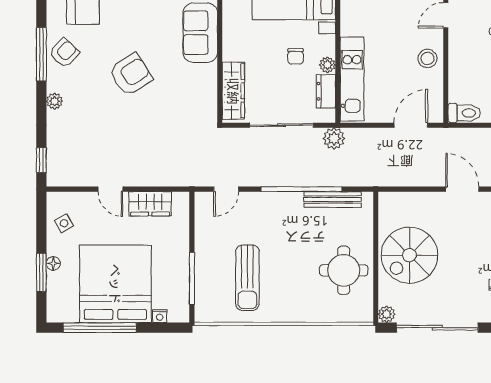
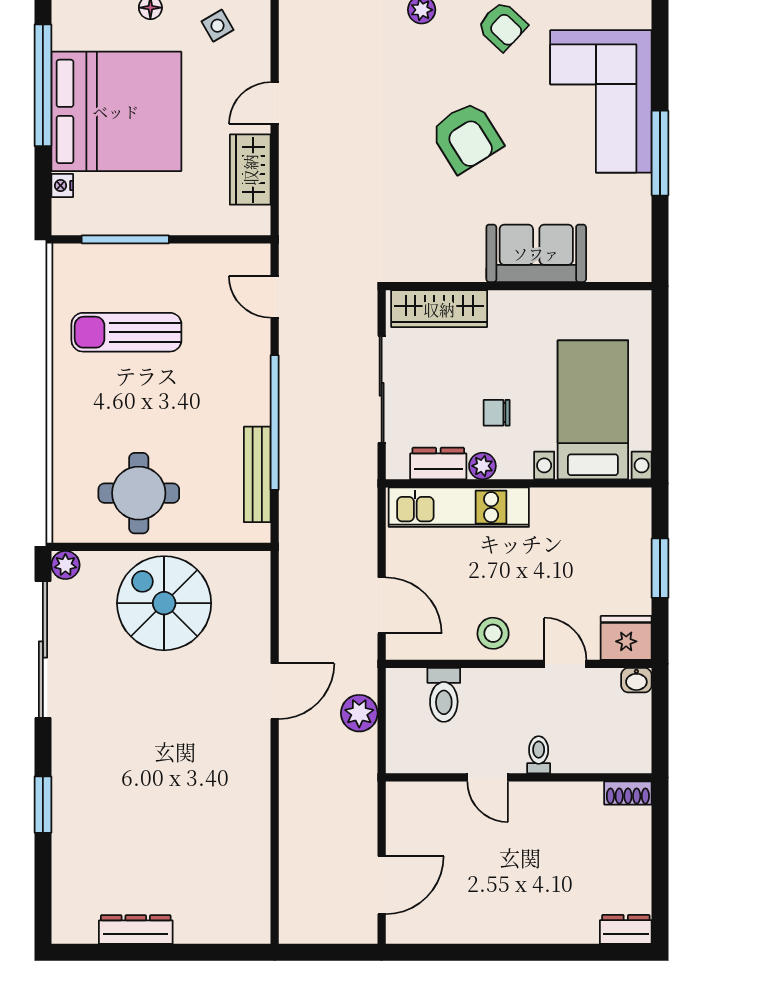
toilet: (464, 113) -> (444, 695), moved
plant: (334, 139) -> (359, 713), moved

